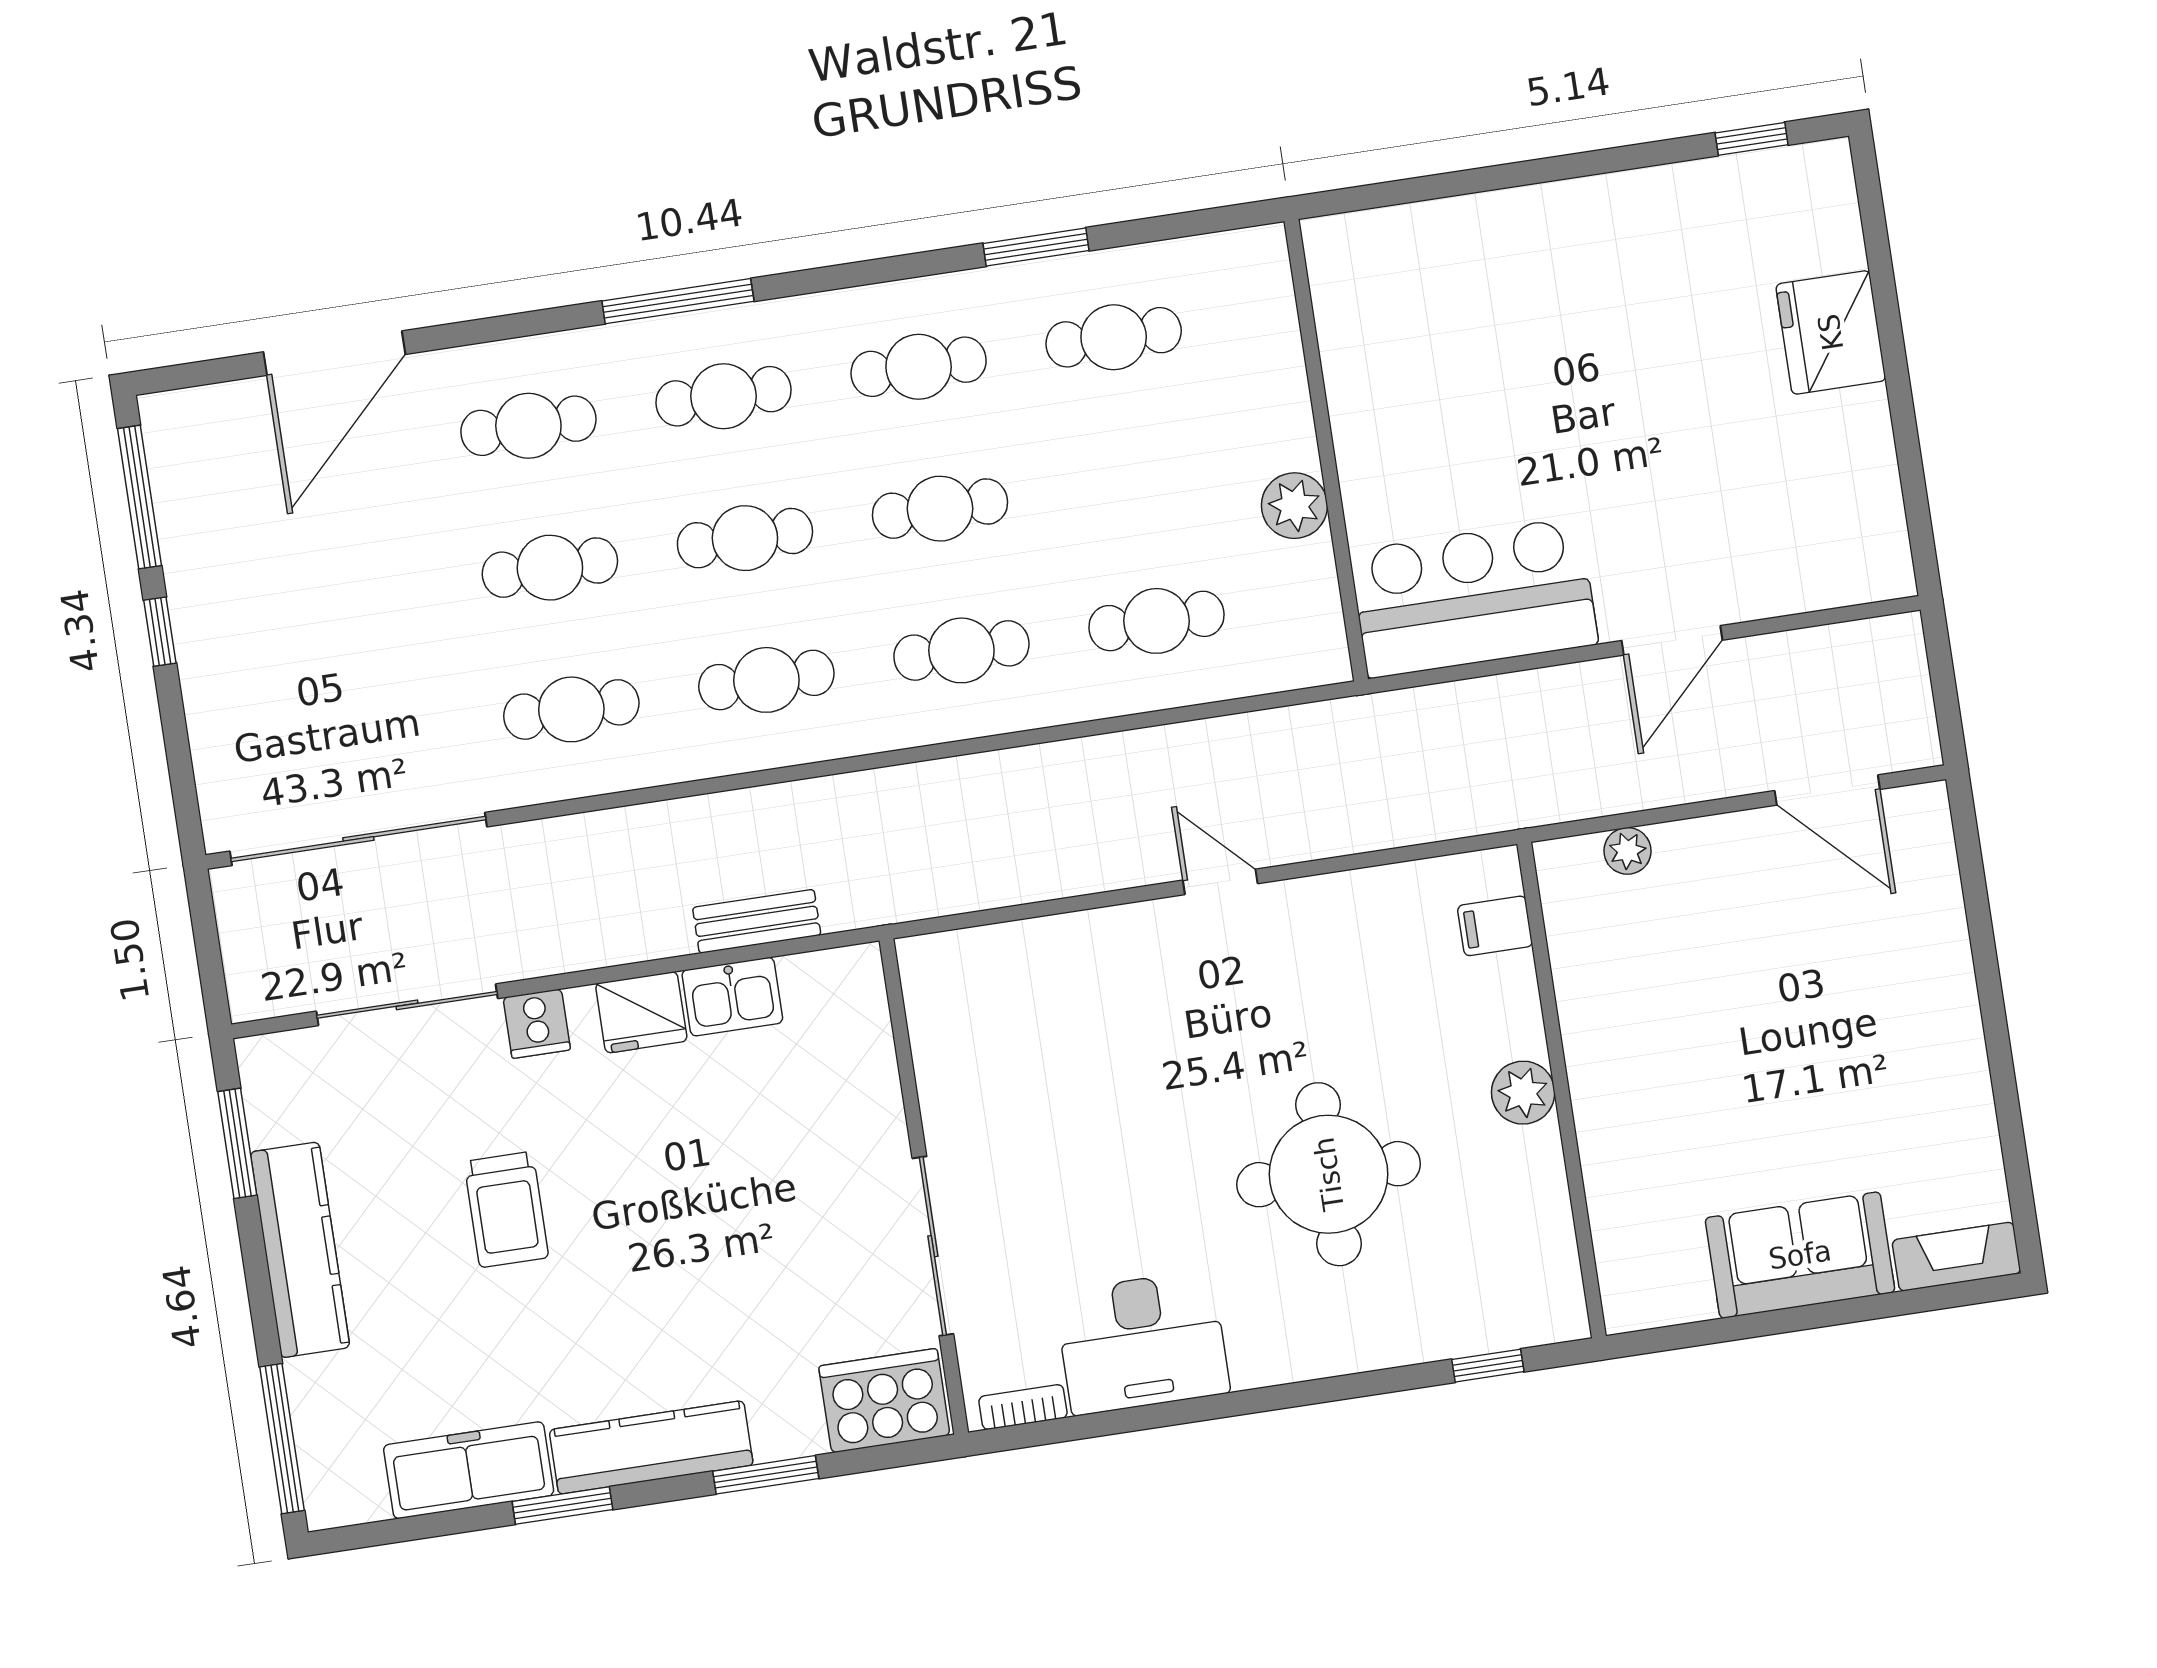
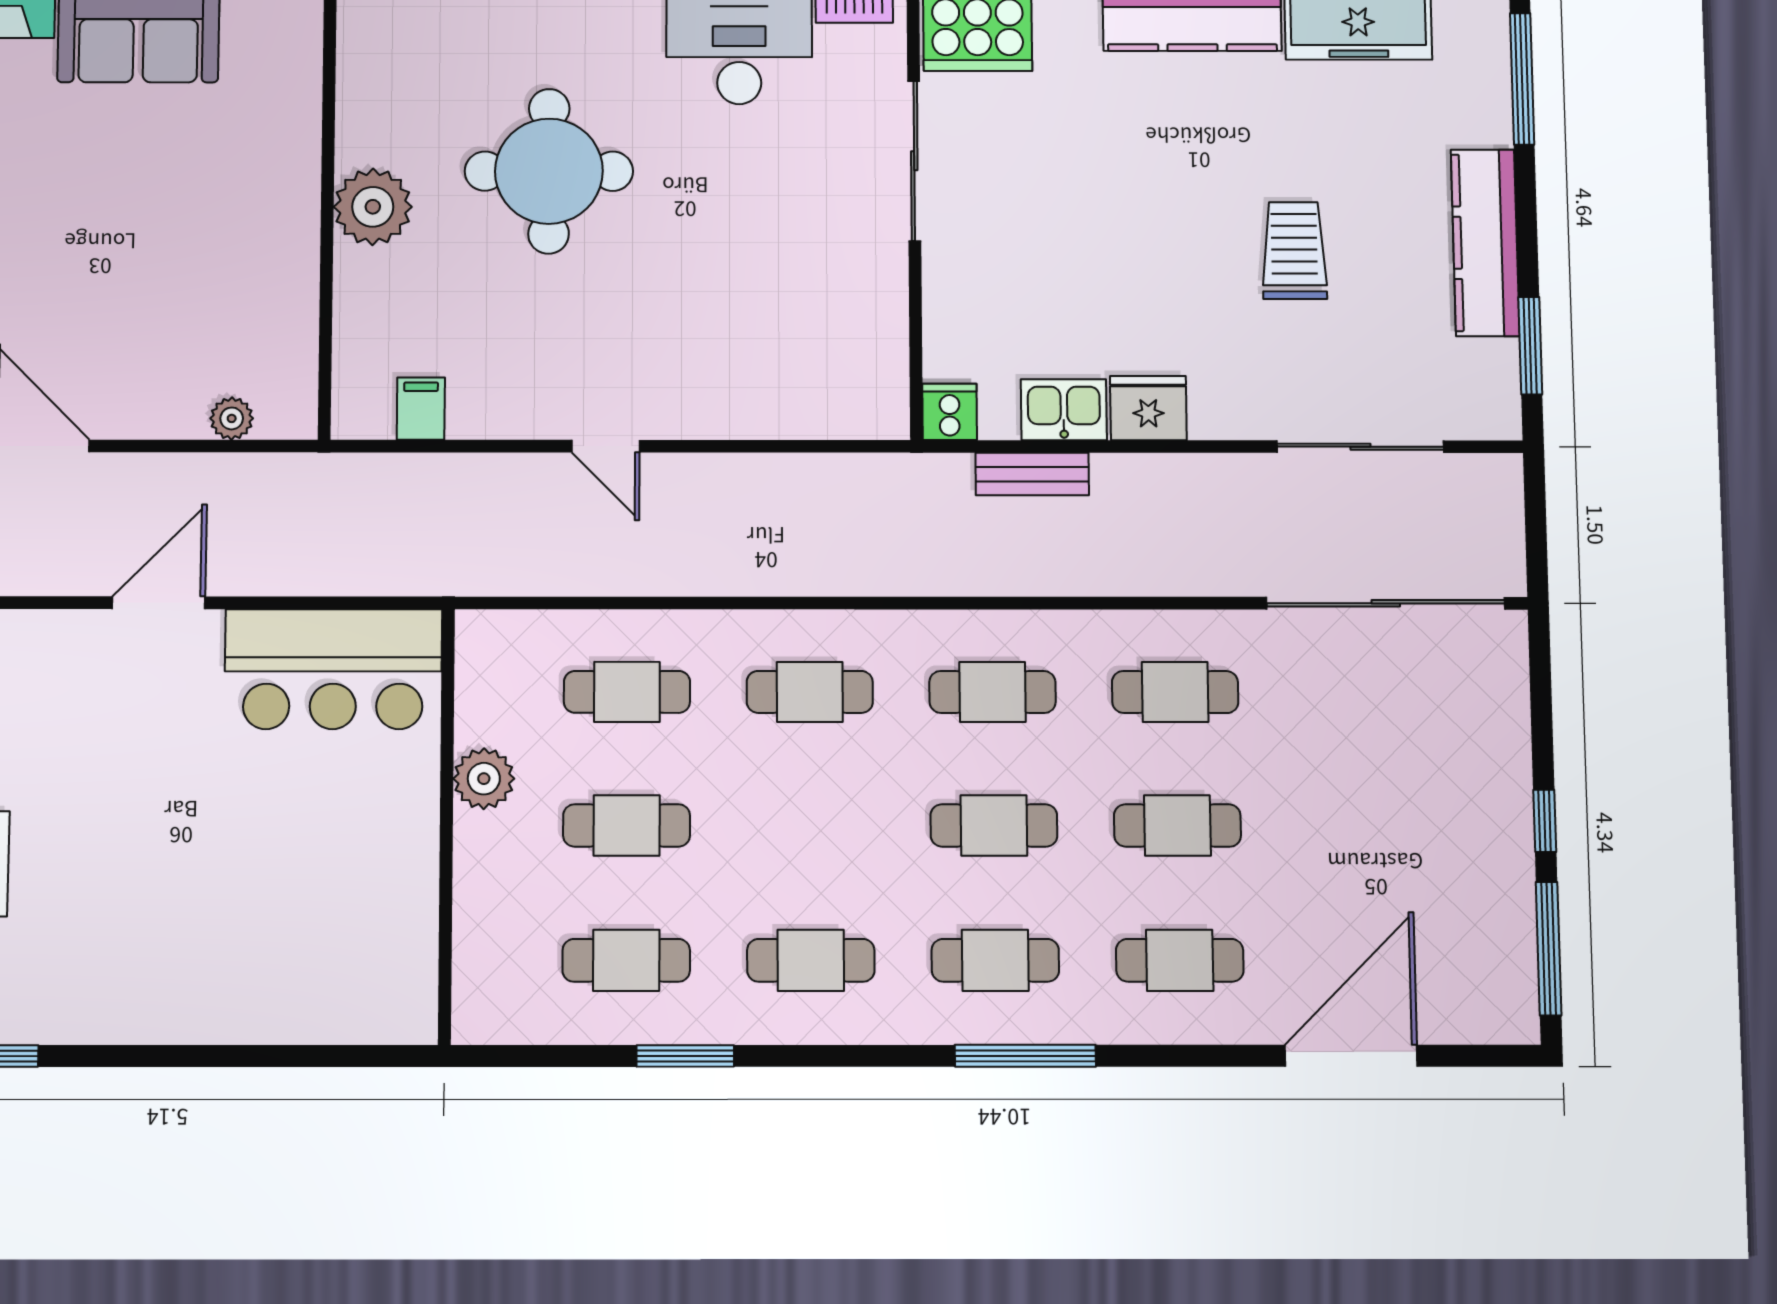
cafe table: (940, 509) -> (627, 825), moved
filing cabinet: (1495, 926) -> (421, 409), moved, turned -90
cooker: (537, 1024) -> (950, 412), moved
plant: (1523, 1093) -> (373, 207), width x1.36, depth x1.36

